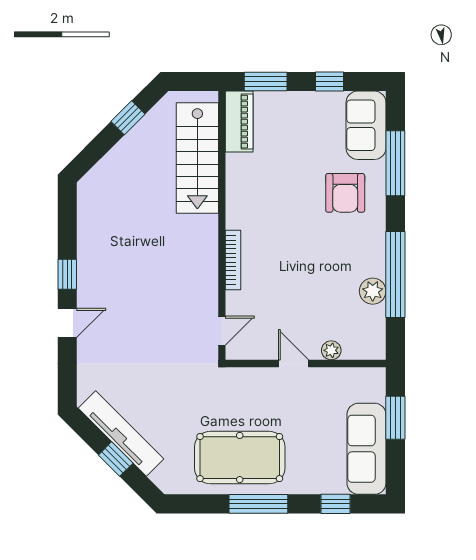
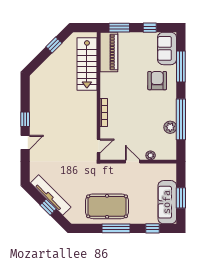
piano: (239, 122) -> (109, 52), width x1.37, depth x1.33
armchair: (345, 193) -> (157, 81), turned 180
window: (395, 418) -> (181, 198), moved

